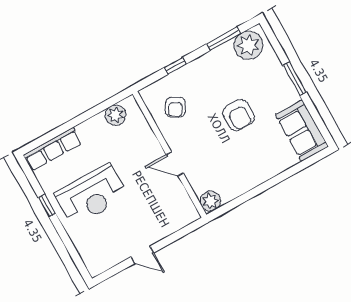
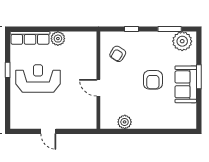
plant: (116, 115) -> (58, 39), moved
sofa: (302, 131) -> (186, 84), moved
reception desk: (92, 195) -> (38, 78), turned 180
plant: (210, 201) -> (125, 122), moved

